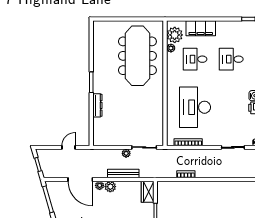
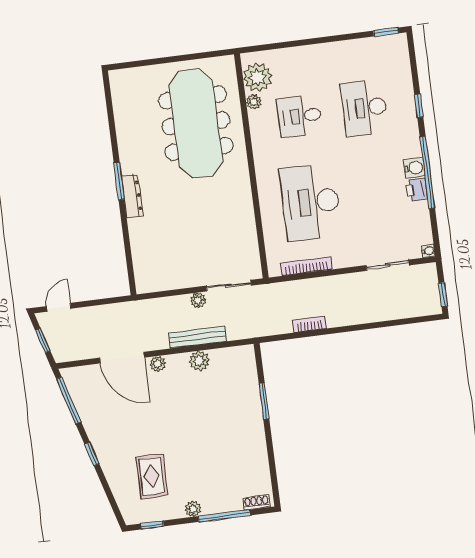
filing cabinet: (201, 28) -> (303, 59), removed
desk: (231, 59) -> (364, 108), width x1.37
dresser: (97, 105) -> (132, 196), moved
door: (69, 147) -> (59, 307), moved
plant: (110, 187) -> (199, 361), moved
wardrobe: (148, 192) -> (245, 364), removed

